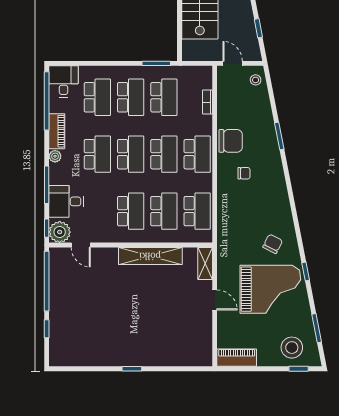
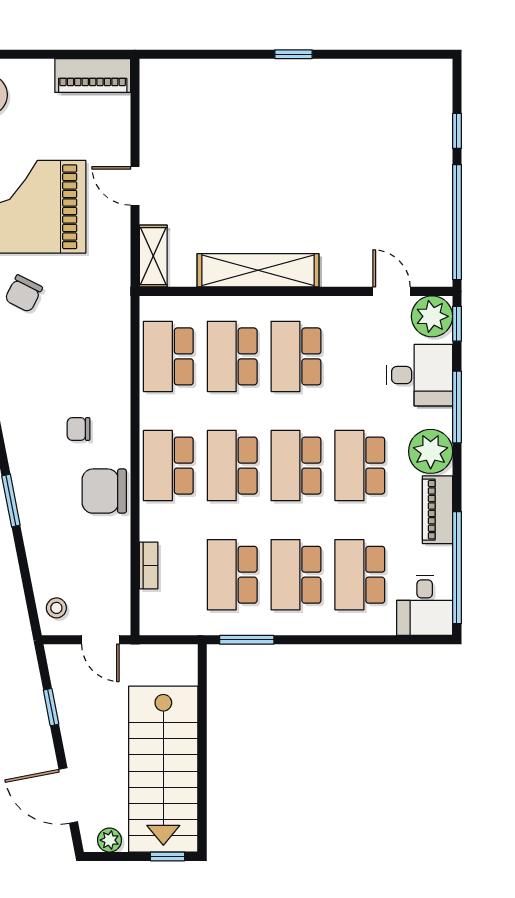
plant: (55, 156) -> (431, 451), width x1.87, depth x1.87

